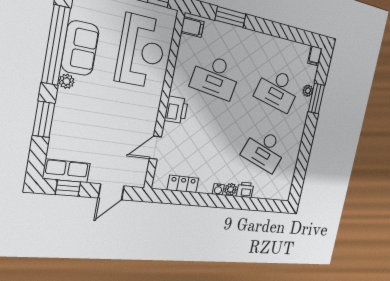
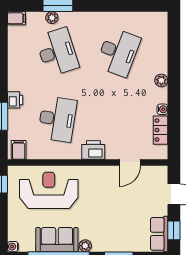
desk: (278, 90) -> (57, 52), turned -33
door: (155, 148) -> (130, 162), hinge flipped
water cooler: (218, 189) -> (162, 109), moved
printer: (245, 190) -> (15, 100), moved, turned 180

